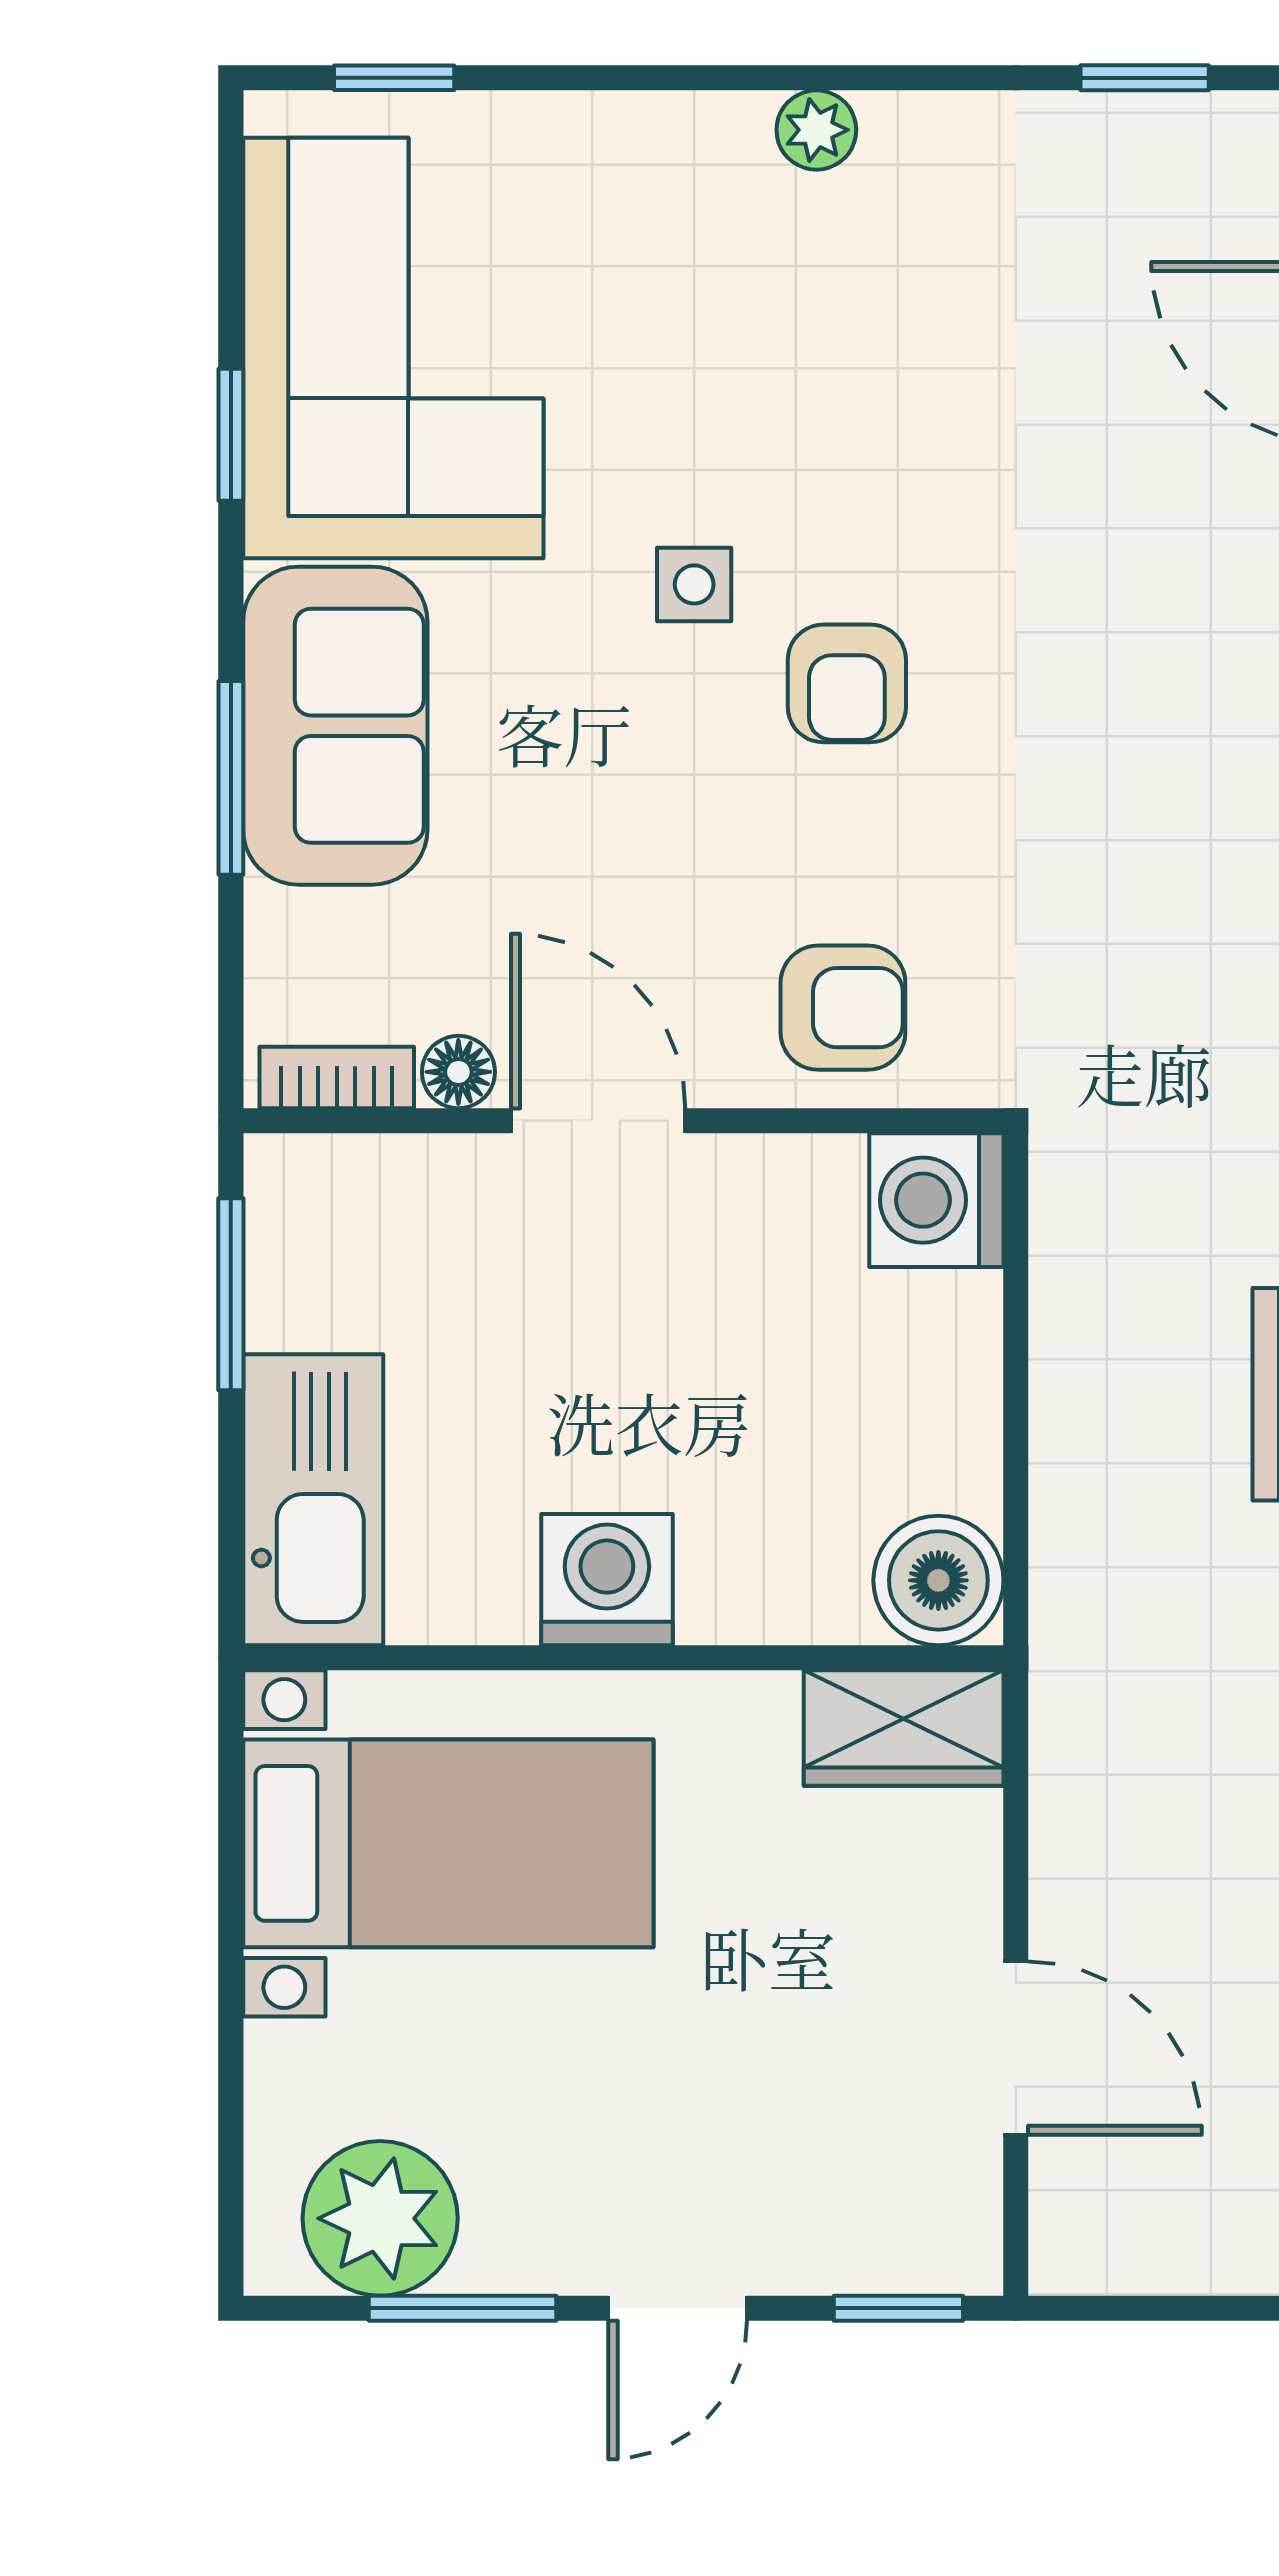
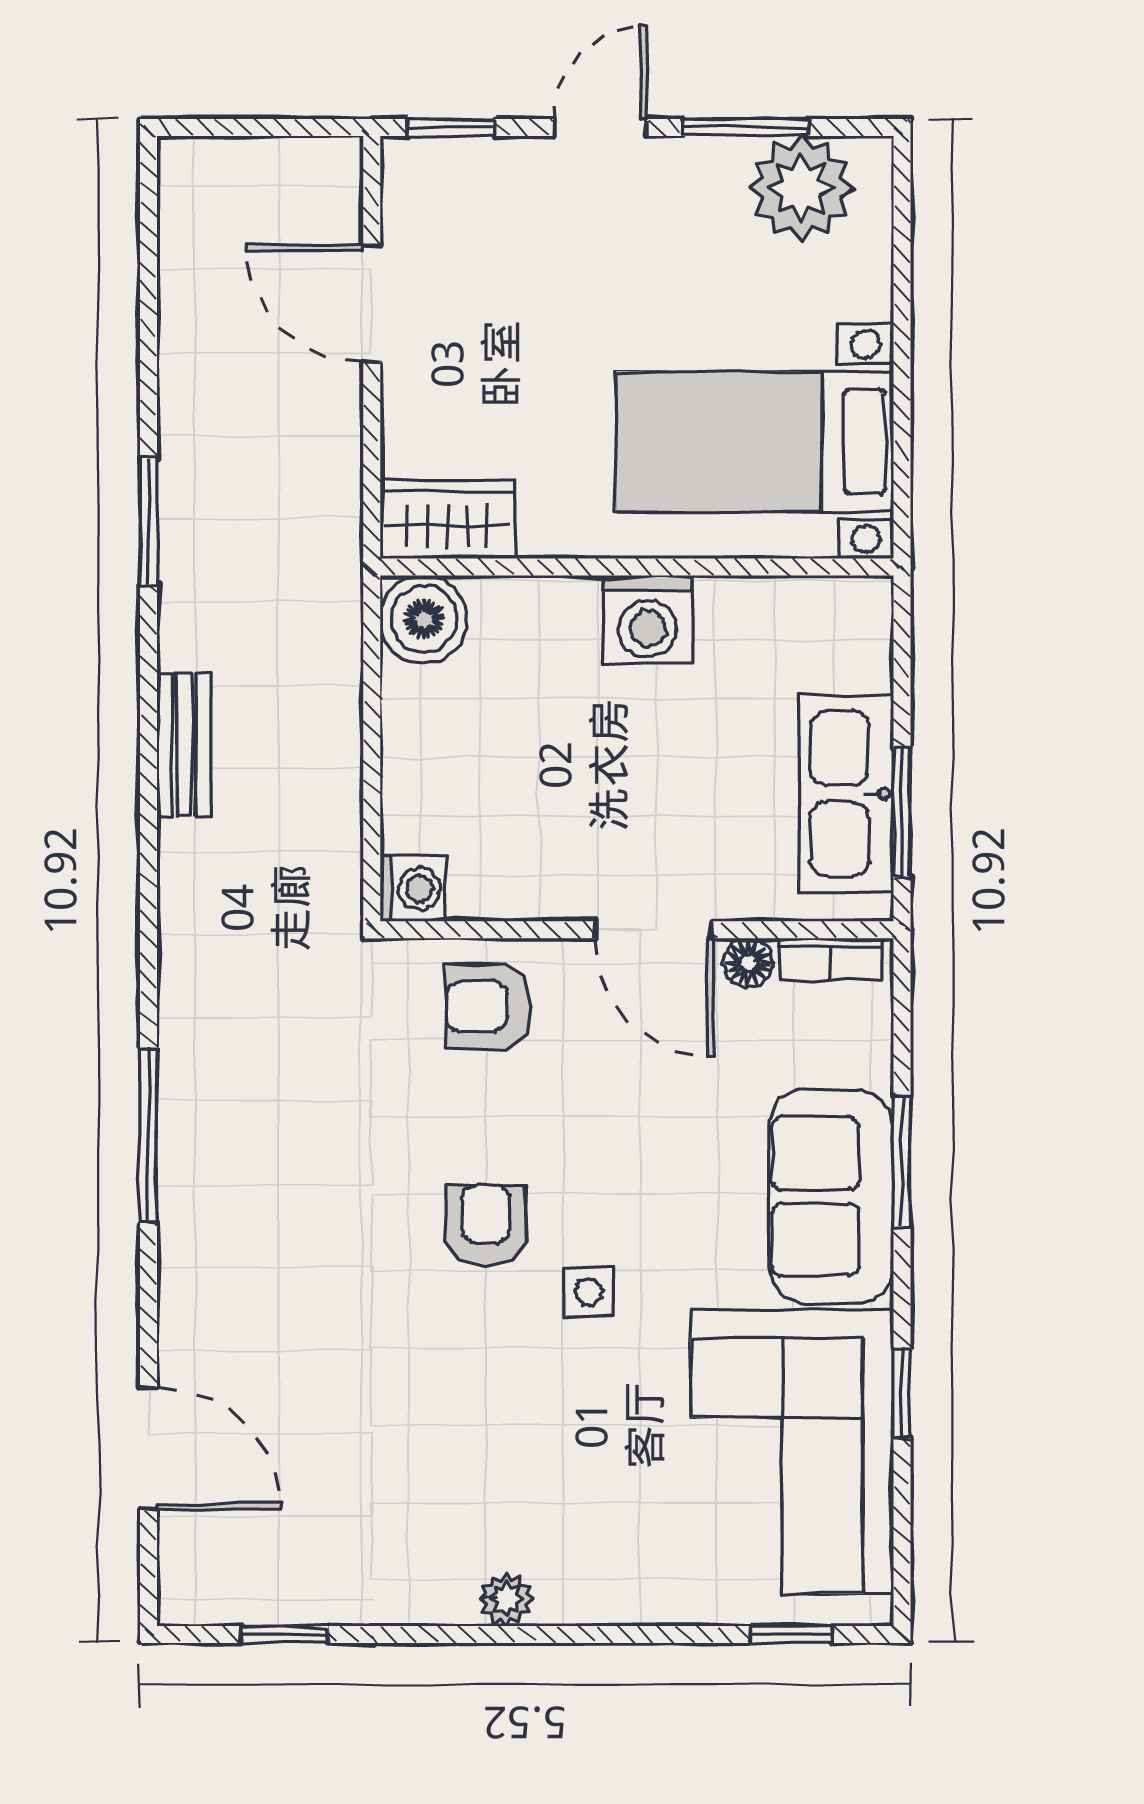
washing machine: (936, 1200) -> (413, 889), width x0.73, depth x0.73
kitchen sink: (313, 1500) -> (846, 794), moved

